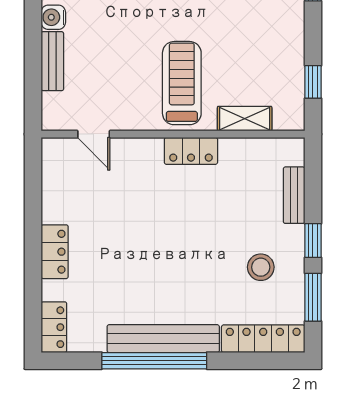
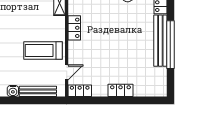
bench: (52, 61) -> (38, 91), width x1.36
treadmill: (182, 83) -> (43, 51), moved
locker: (54, 327) -> (80, 91), moved

